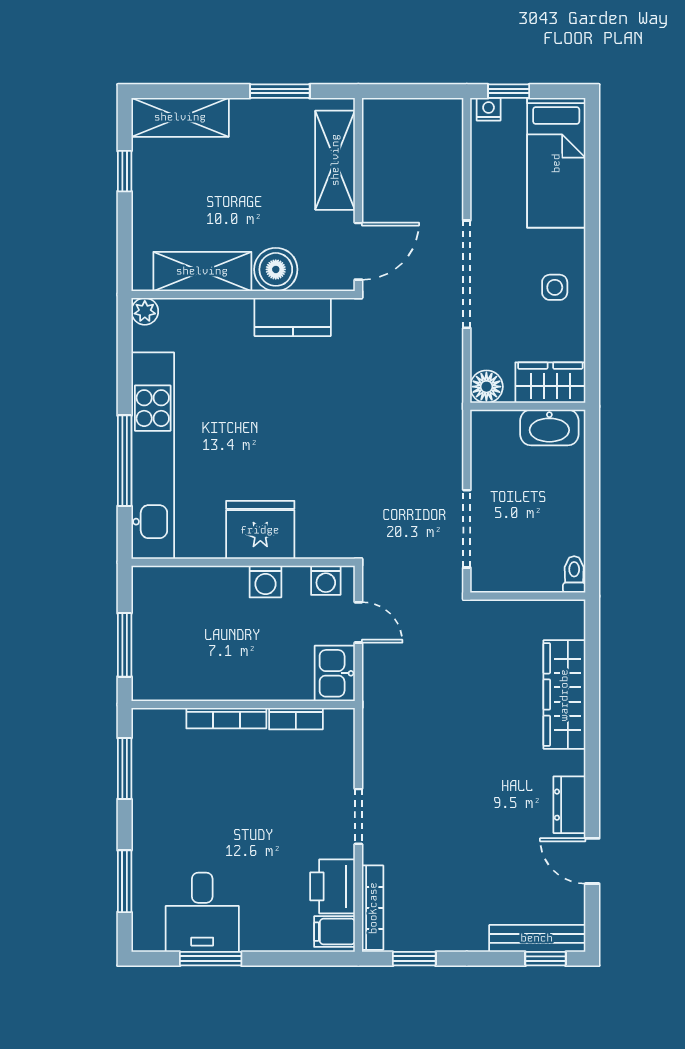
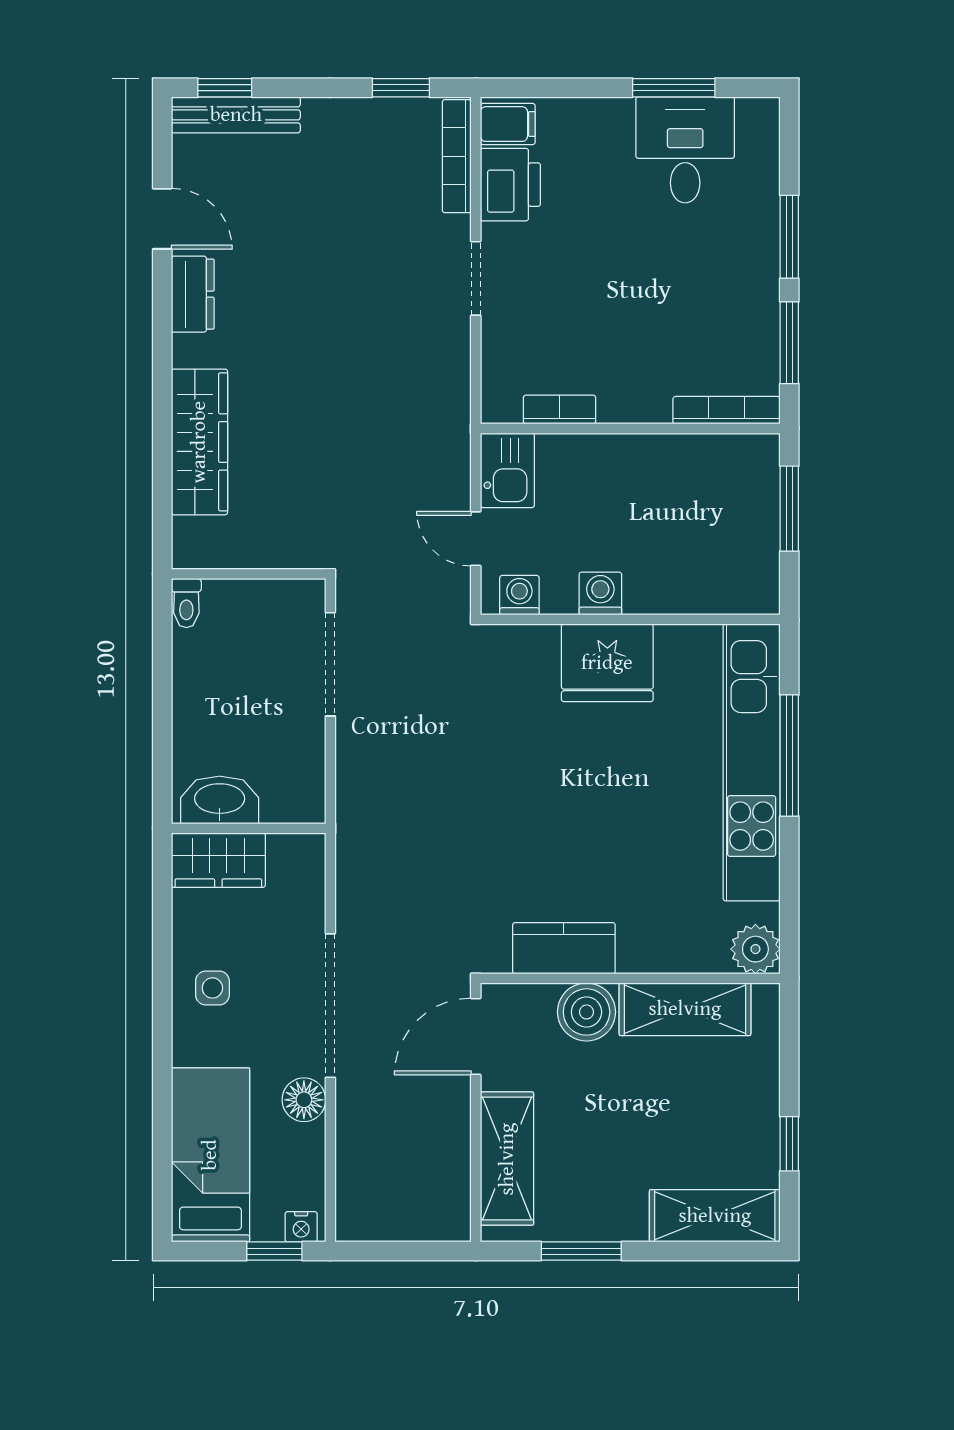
plant: (145, 311) -> (755, 949), width x1.38, depth x1.38
floor lamp: (486, 387) -> (304, 1100), moved
bookcase: (226, 718) -> (727, 410), moved
window: (125, 881) -> (789, 237), moved

